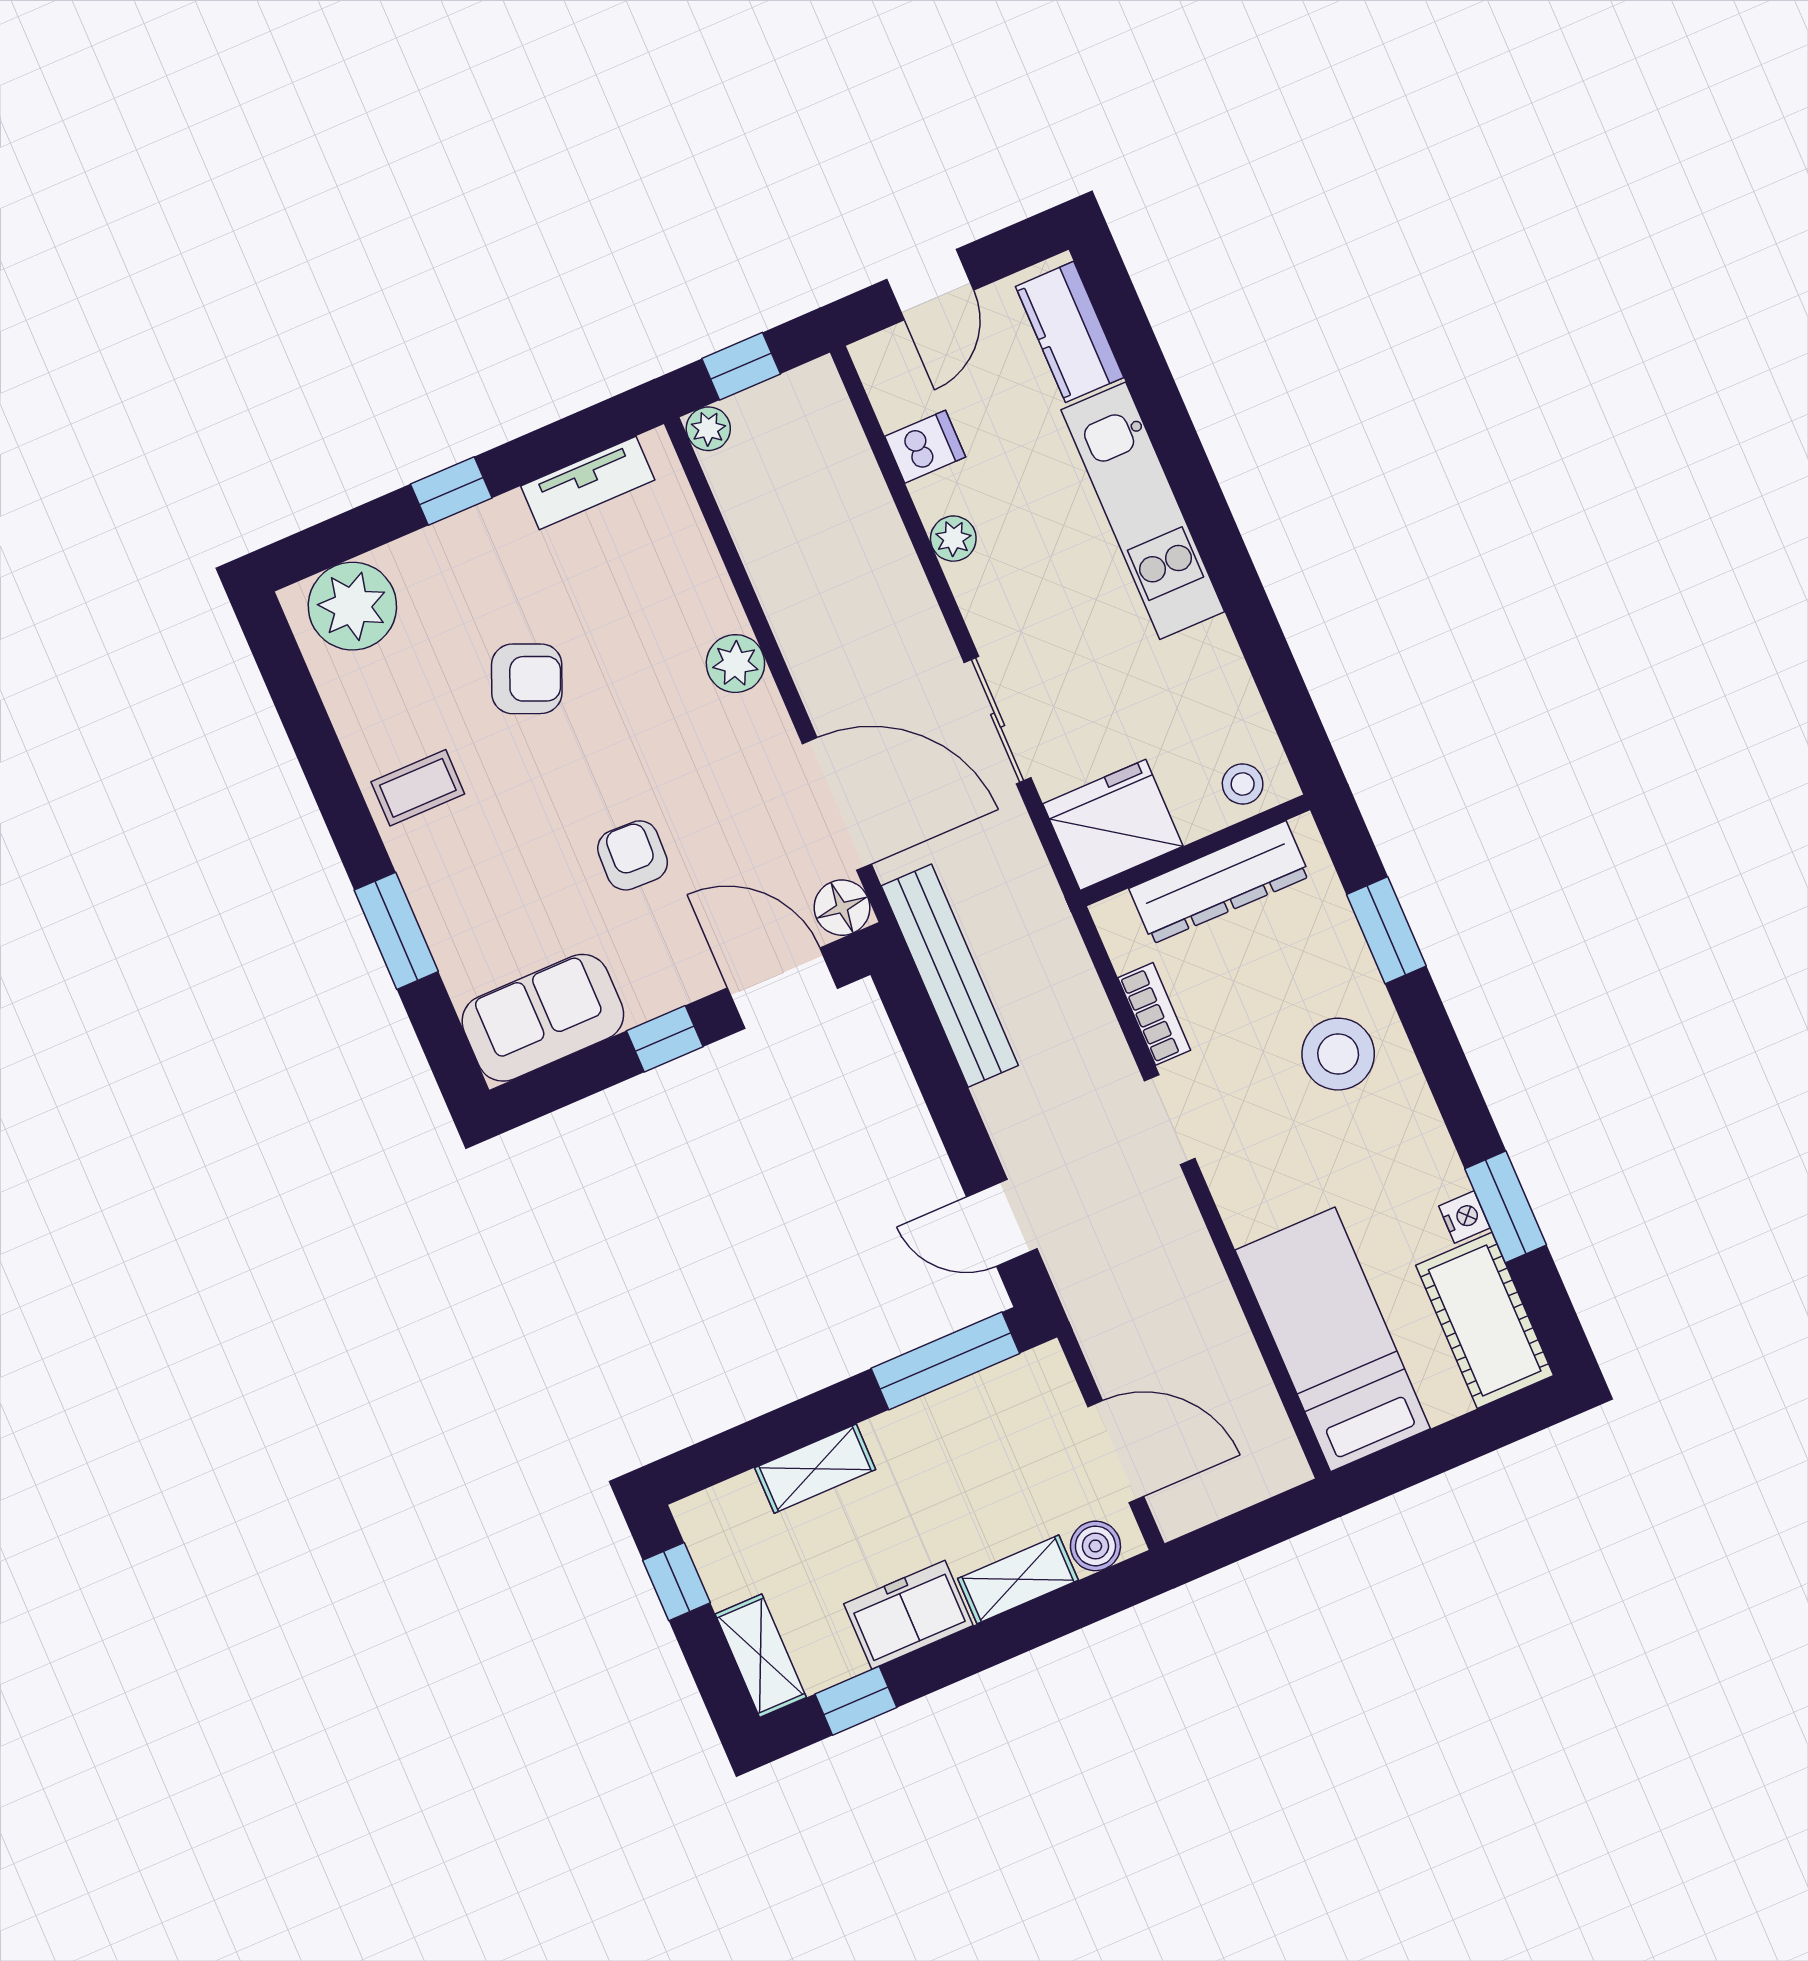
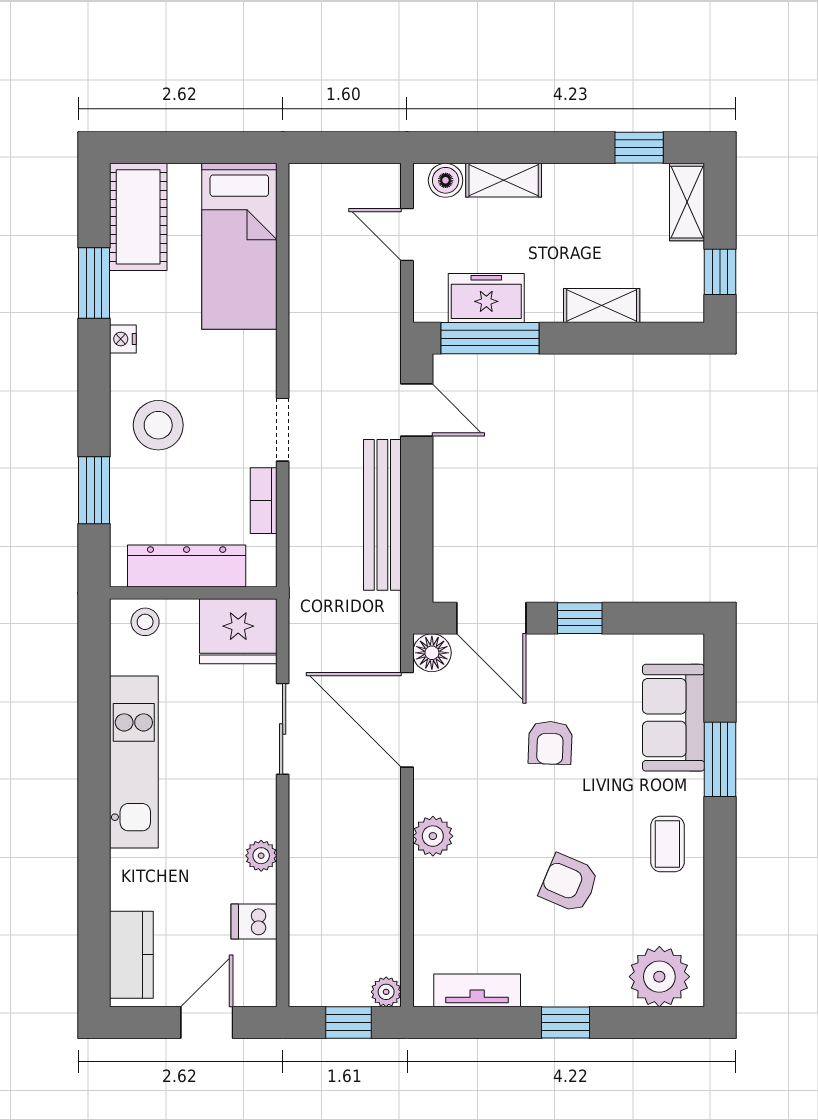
kitchen unit: (1143, 511) -> (134, 762), moved
coffee table: (418, 788) -> (667, 844), turned 90
bench: (950, 976) -> (382, 515), moved
sofa: (543, 1018) -> (674, 718), moved, turned 90
nightstand: (1464, 1217) -> (123, 339), moved
door: (1116, 1452) -> (407, 234), width x0.73
freezer: (908, 1615) -> (486, 298), moved, turned 180

